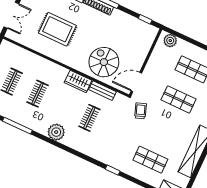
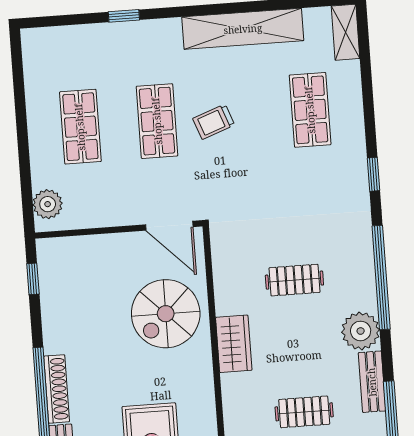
bench: (103, 91) -> (372, 382), moved
trolley: (140, 111) -> (214, 122), moved
window: (72, 151) -> (381, 277), added

